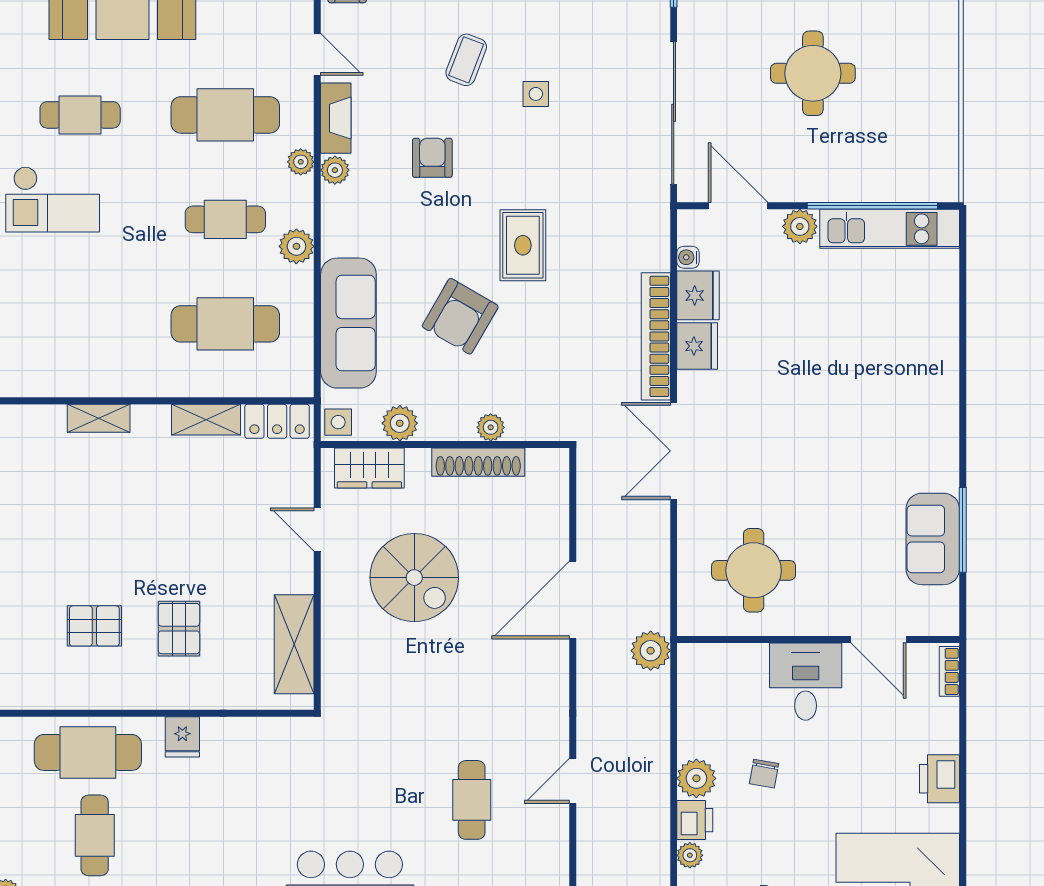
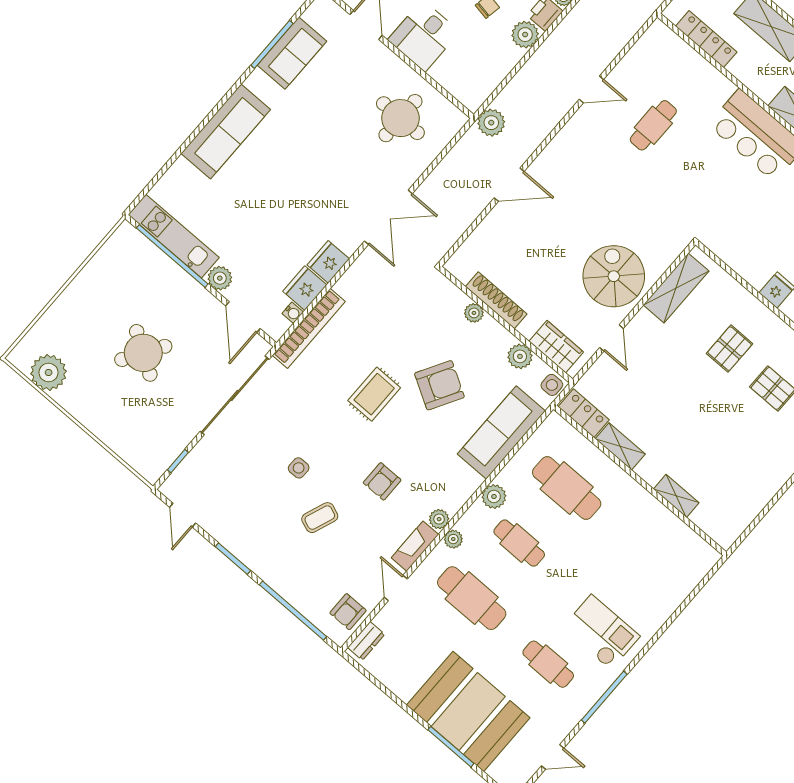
round table: (813, 73) -> (143, 353), turned 32
bookcase: (656, 336) -> (309, 328), moved
sofa: (931, 392) -> (226, 131), added
spiral stairs: (414, 578) -> (614, 276), moved
door: (573, 600) -> (509, 185), width x0.73

